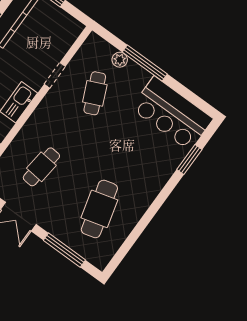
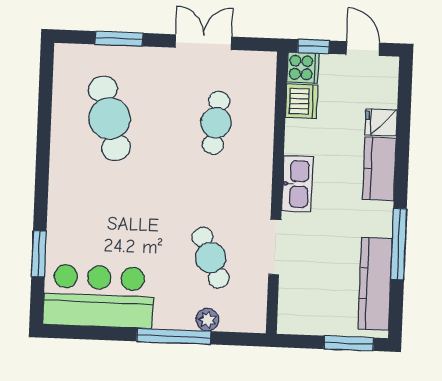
doorway: (55, 75) -> (275, 247), width x1.38
window: (64, 250) -> (119, 39), width x0.69

